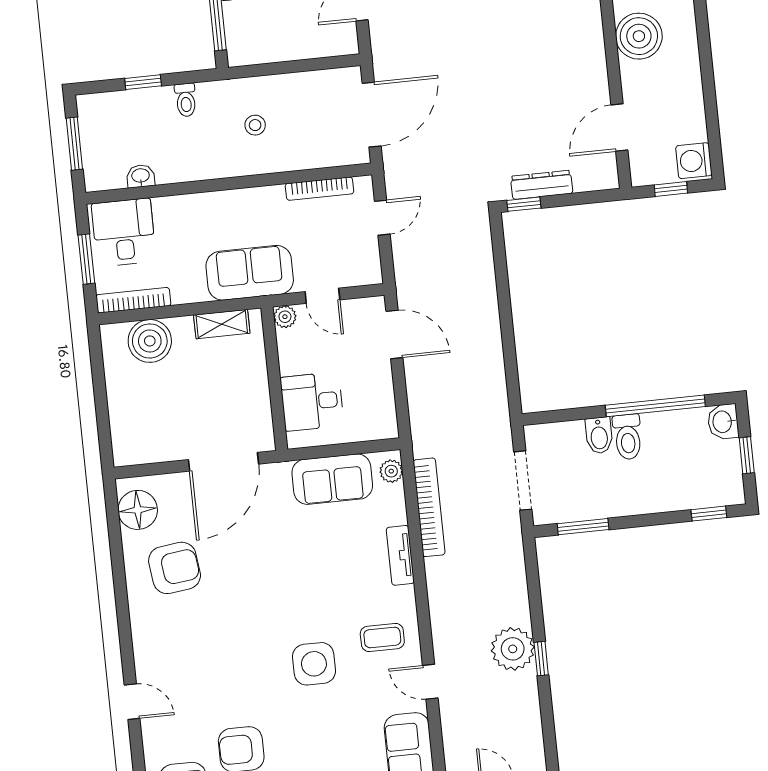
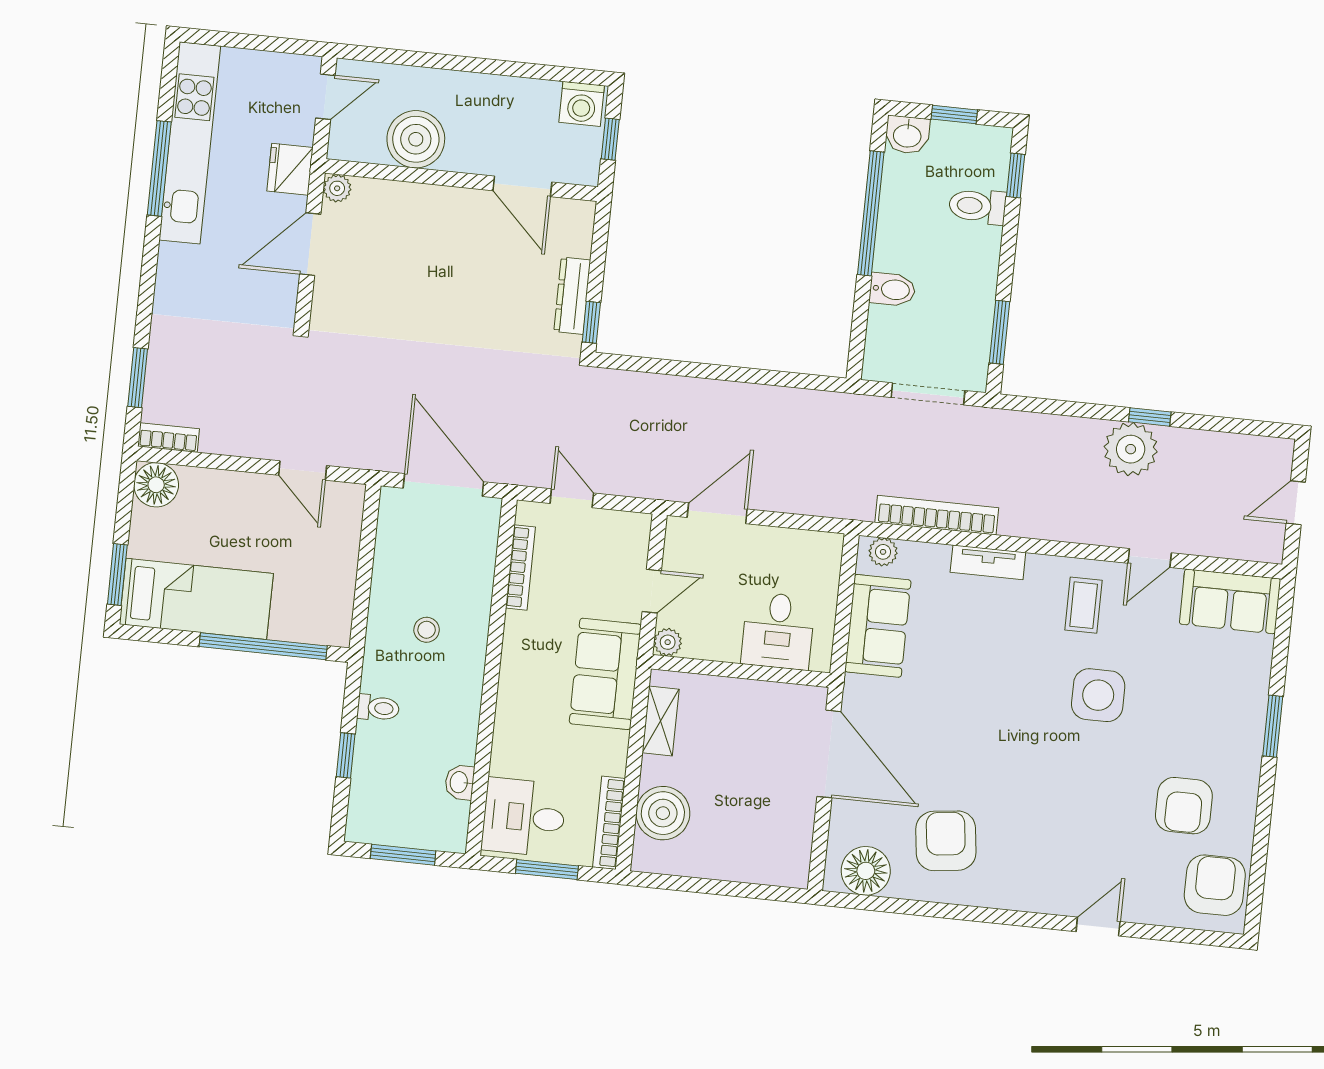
toilet: (628, 437) -> (977, 206), moved, turned 180

